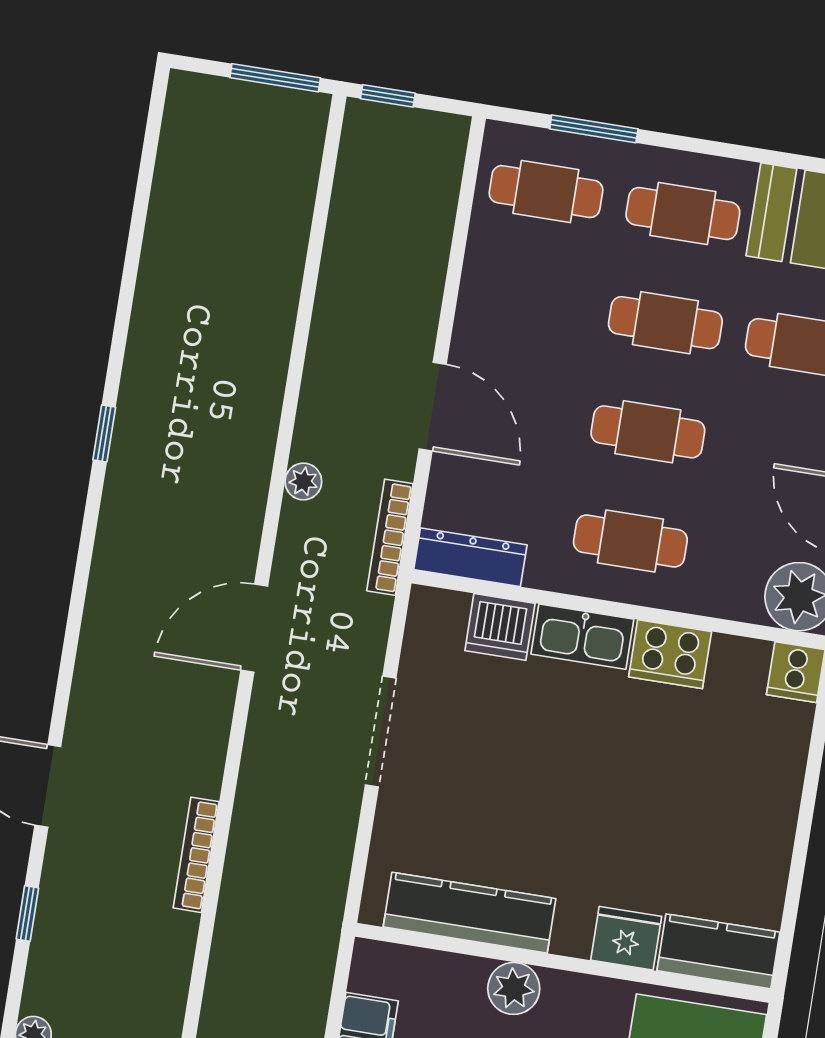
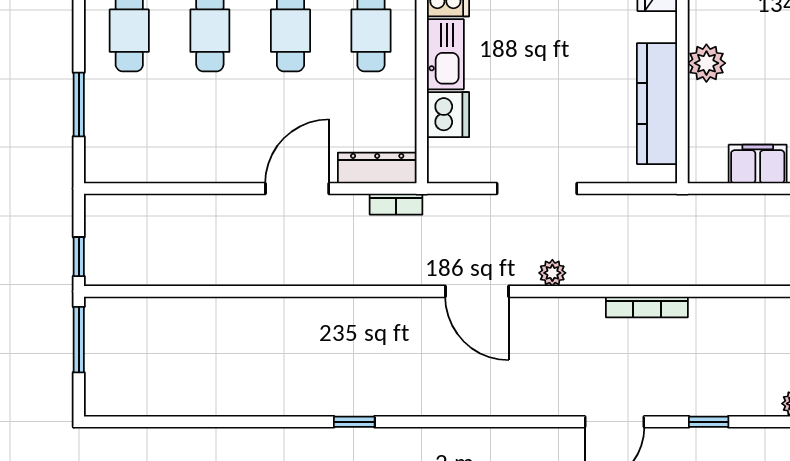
cafe table: (546, 192) -> (129, 132), removed
plant: (303, 482) -> (552, 273), moved
bookcase: (390, 537) -> (396, 204), width x0.64
dresser: (470, 557) -> (377, 168), moved, turned 90

